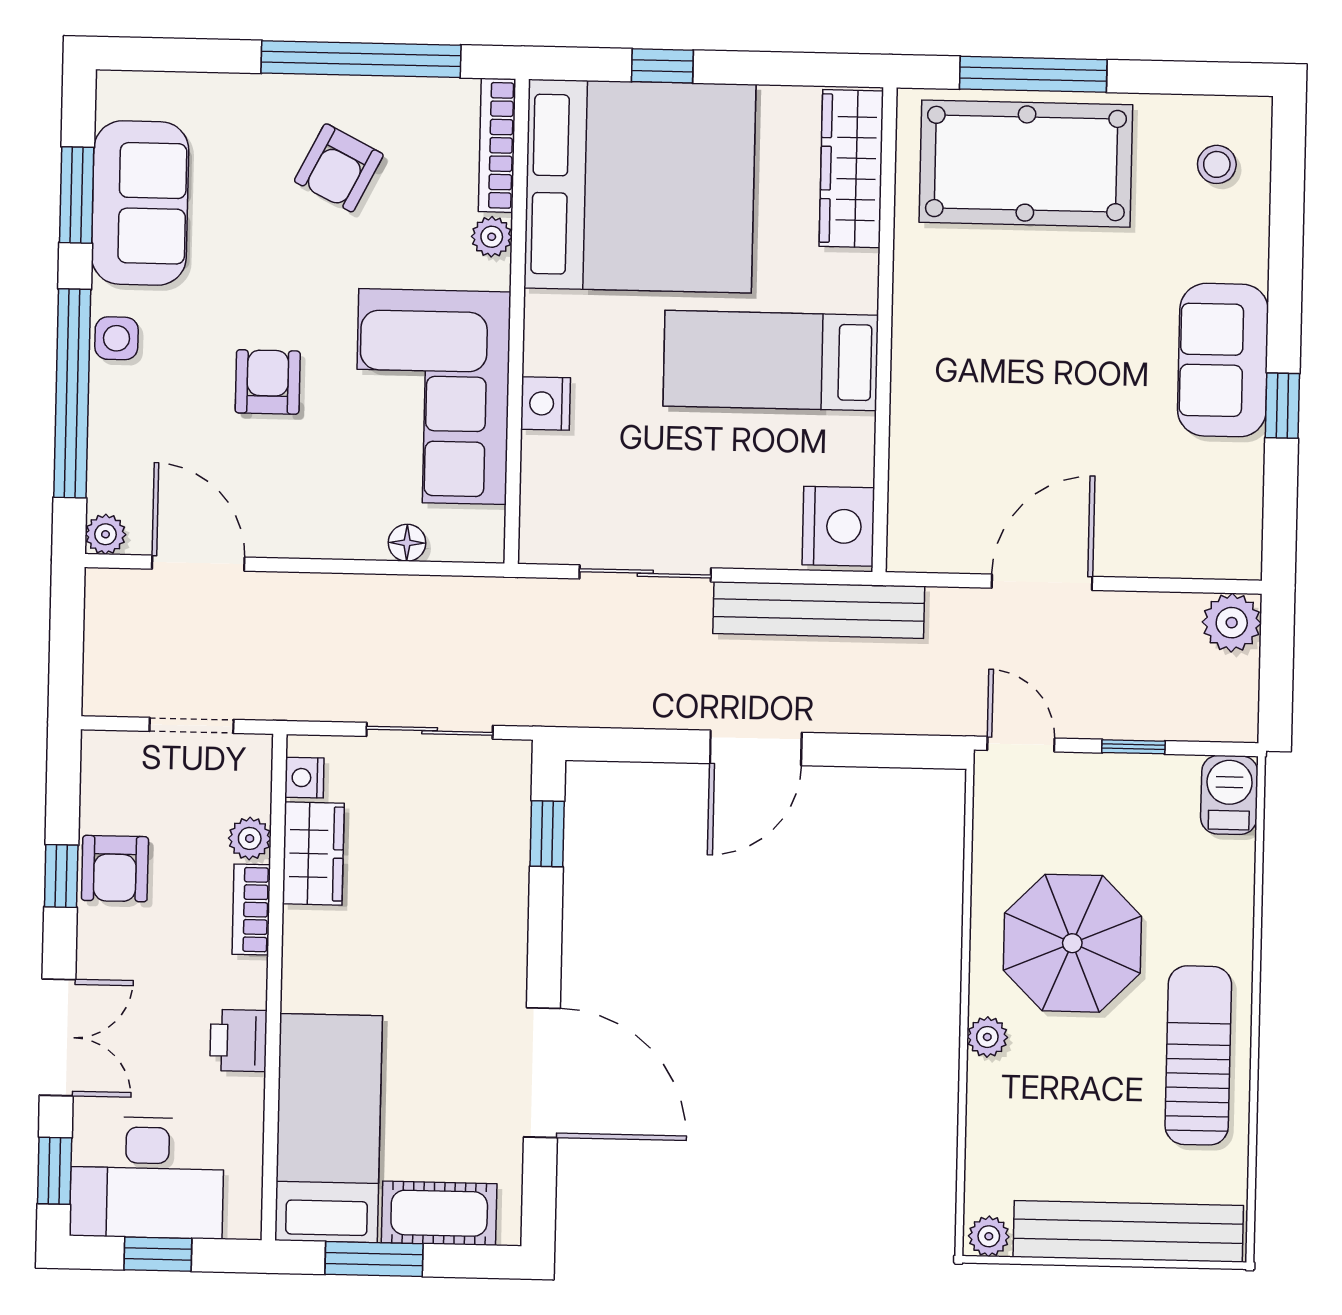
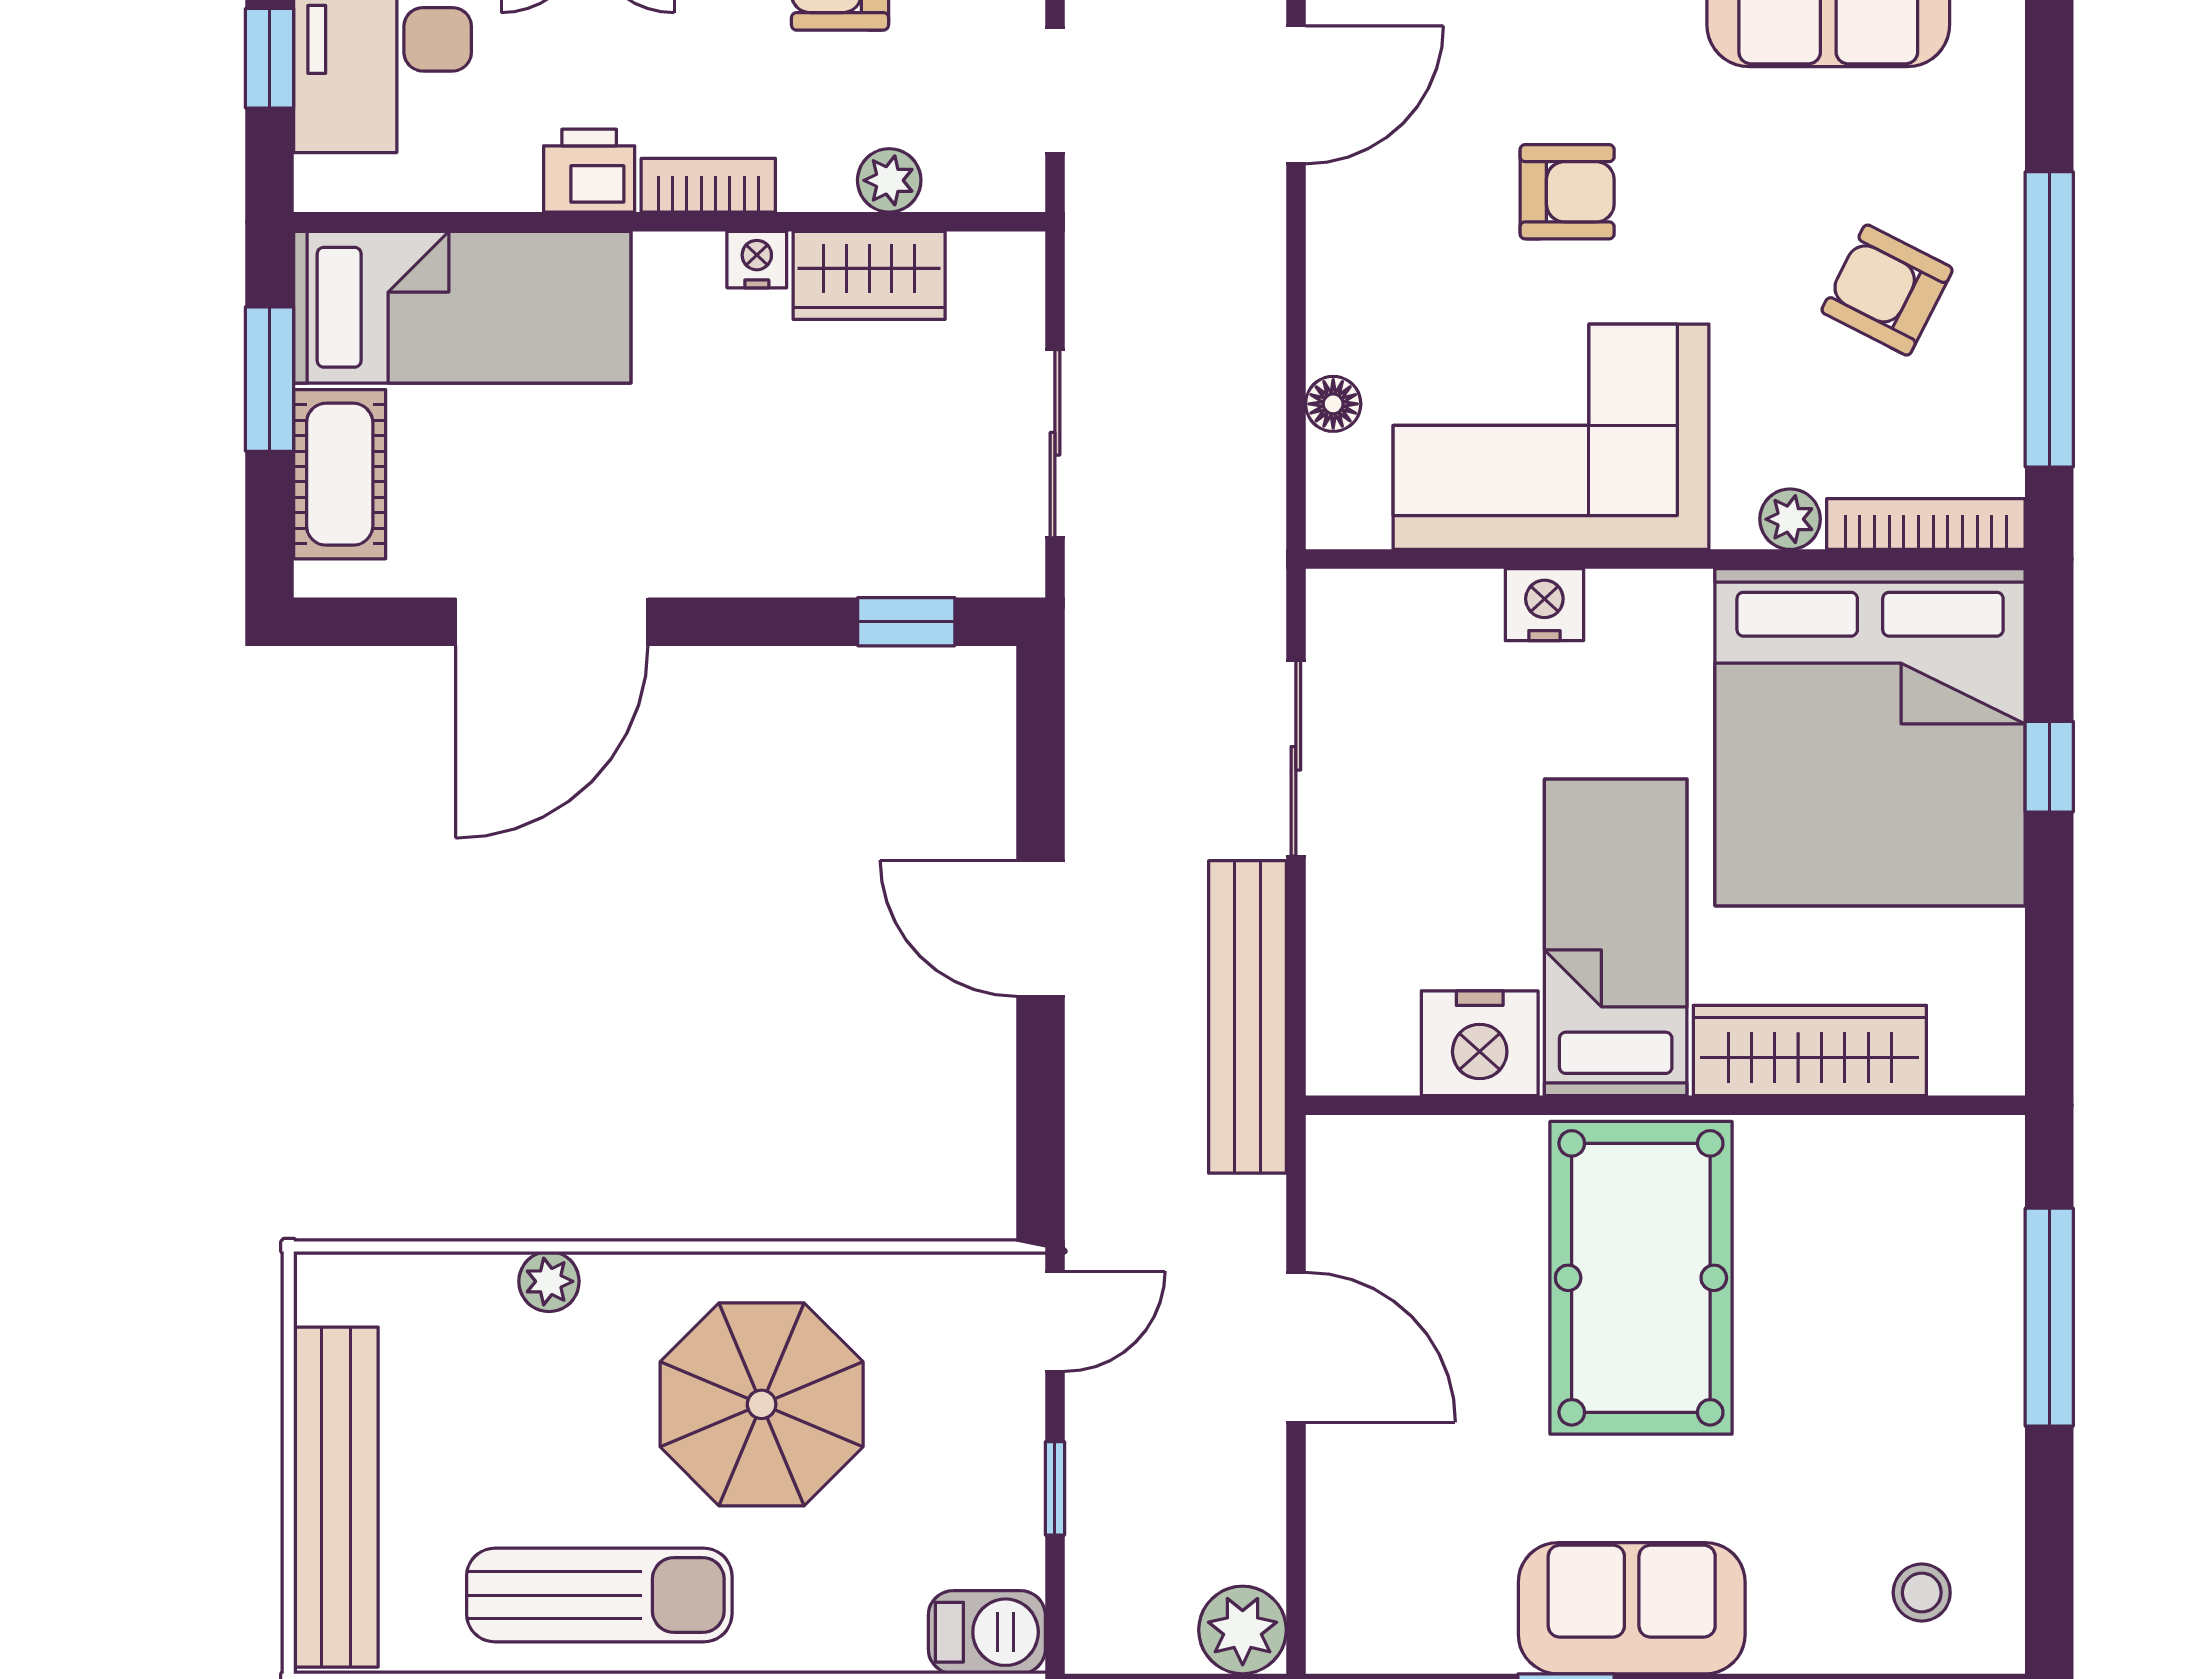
pool table: (1026, 164) -> (1641, 1278), moved
wardrobe: (851, 169) -> (1810, 1050), moved
nightstand: (838, 526) -> (1480, 1043), moved
nightstand: (304, 778) -> (757, 260), moved
bookcase: (251, 910) -> (708, 185), moved
plant: (987, 1037) -> (549, 1281), moved
plant: (989, 1236) -> (324, 1290), removed

